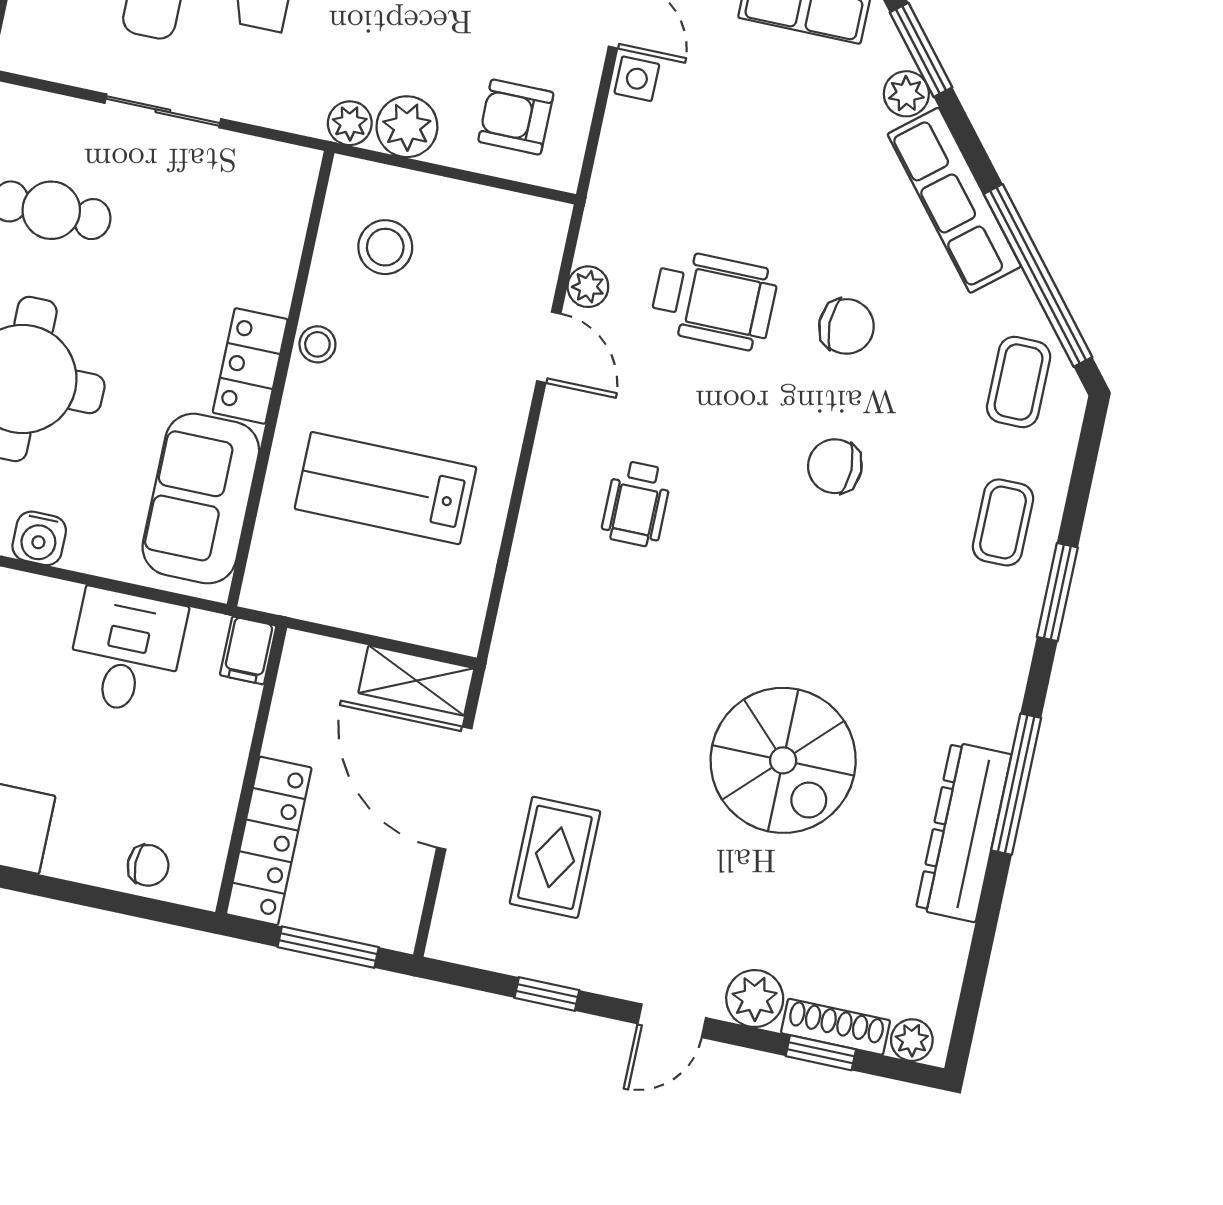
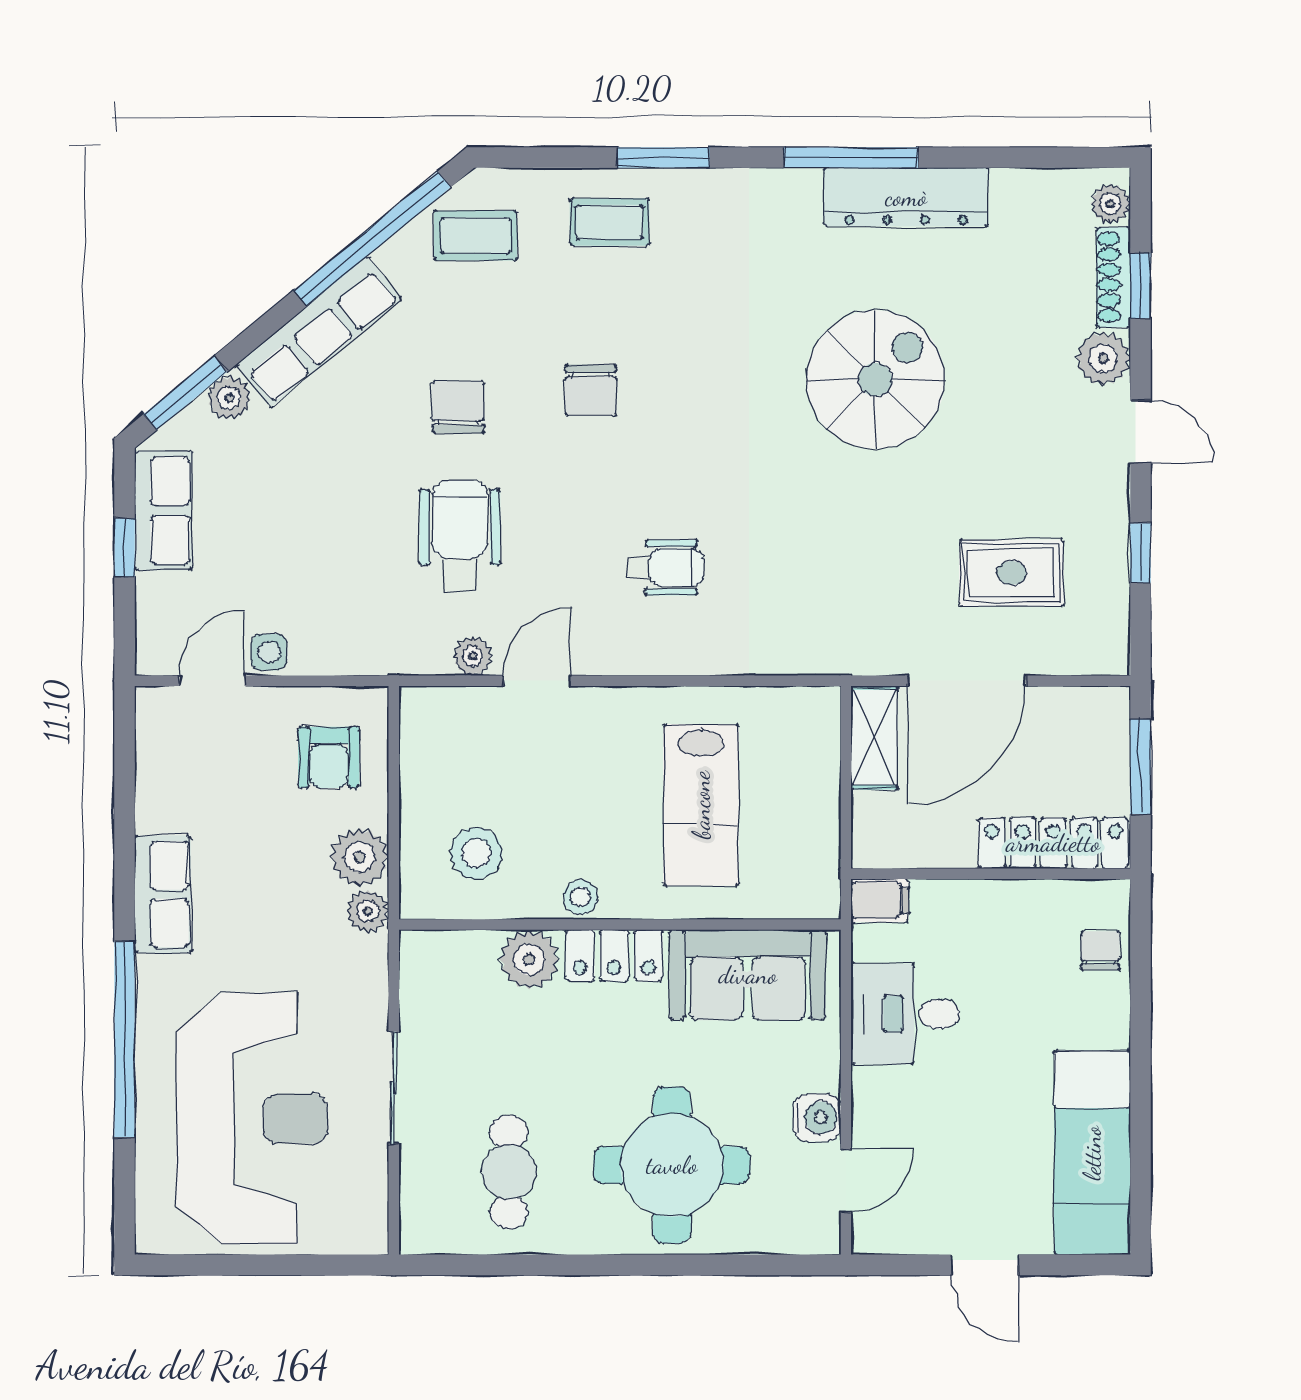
plant: (265, 278) -> (529, 959), added

